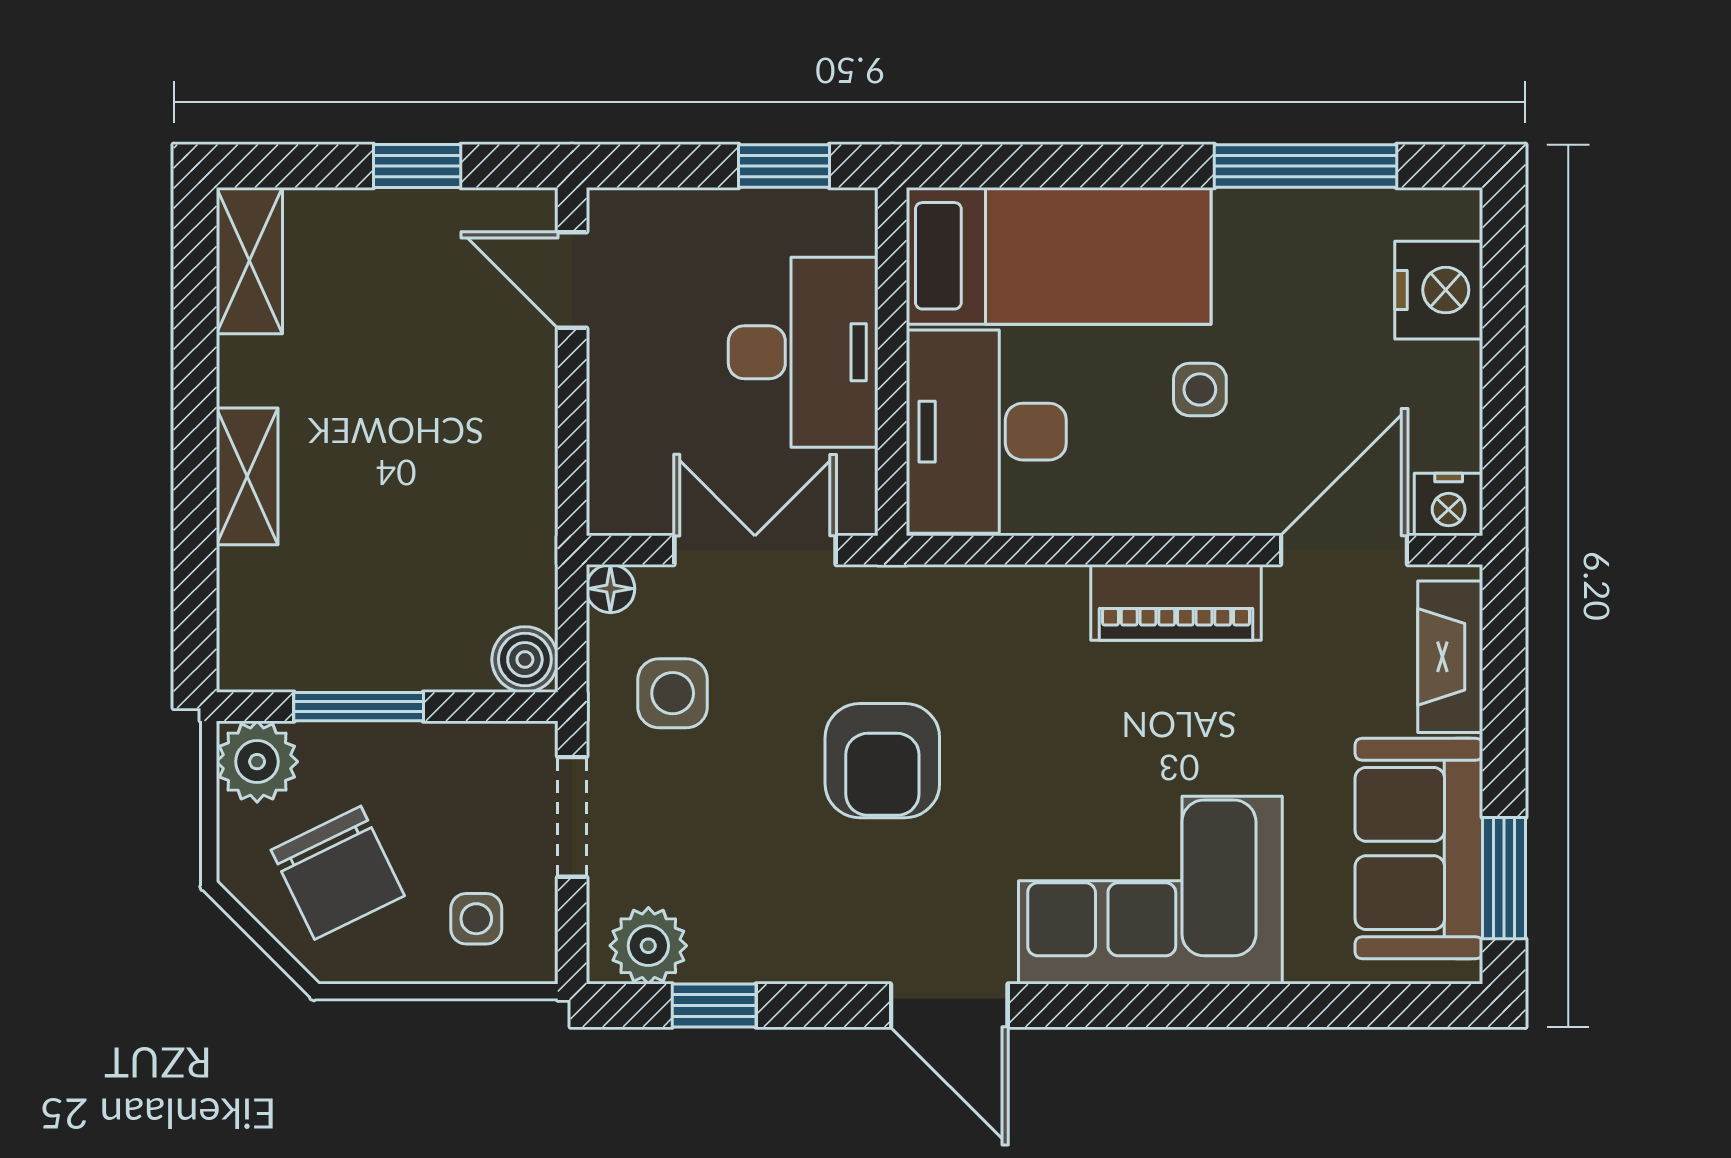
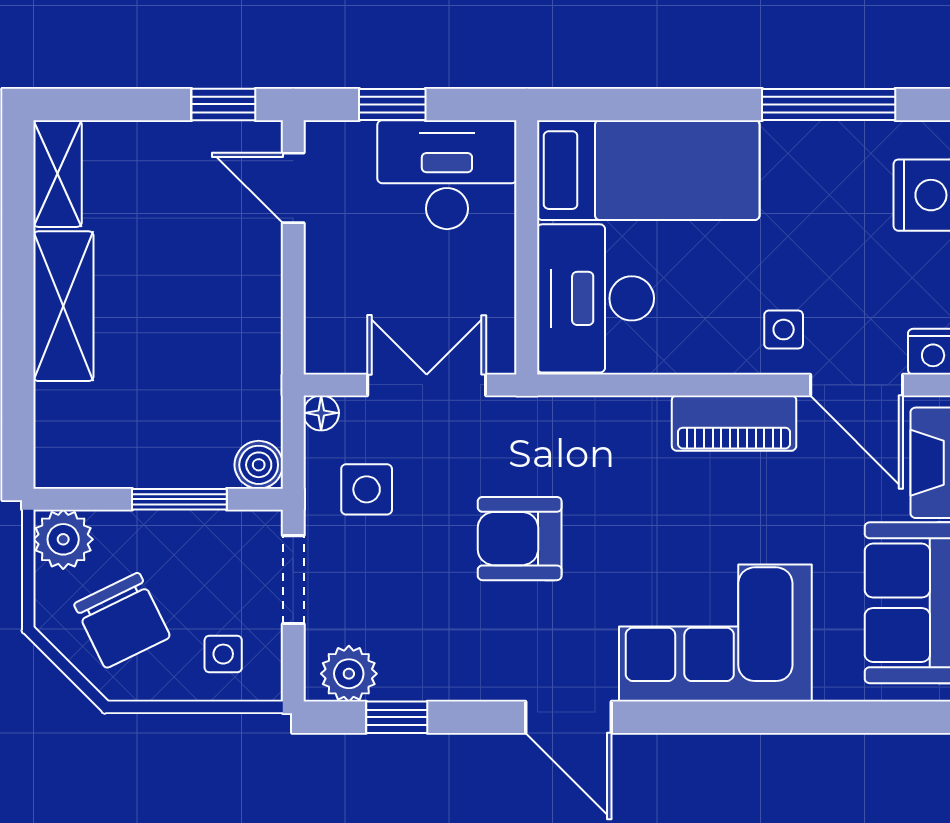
window: (417, 166) -> (223, 104), moved
window: (784, 166) -> (392, 104), moved
desk: (803, 352) -> (447, 175), moved, turned -90
side table: (1200, 389) -> (784, 330), moved
shelving: (247, 476) -> (63, 306), width x1.50, depth x1.33
door: (1344, 550) -> (857, 385), swing flipped
window: (359, 707) -> (179, 499), moved
armchair: (882, 761) -> (520, 539), turned 90

